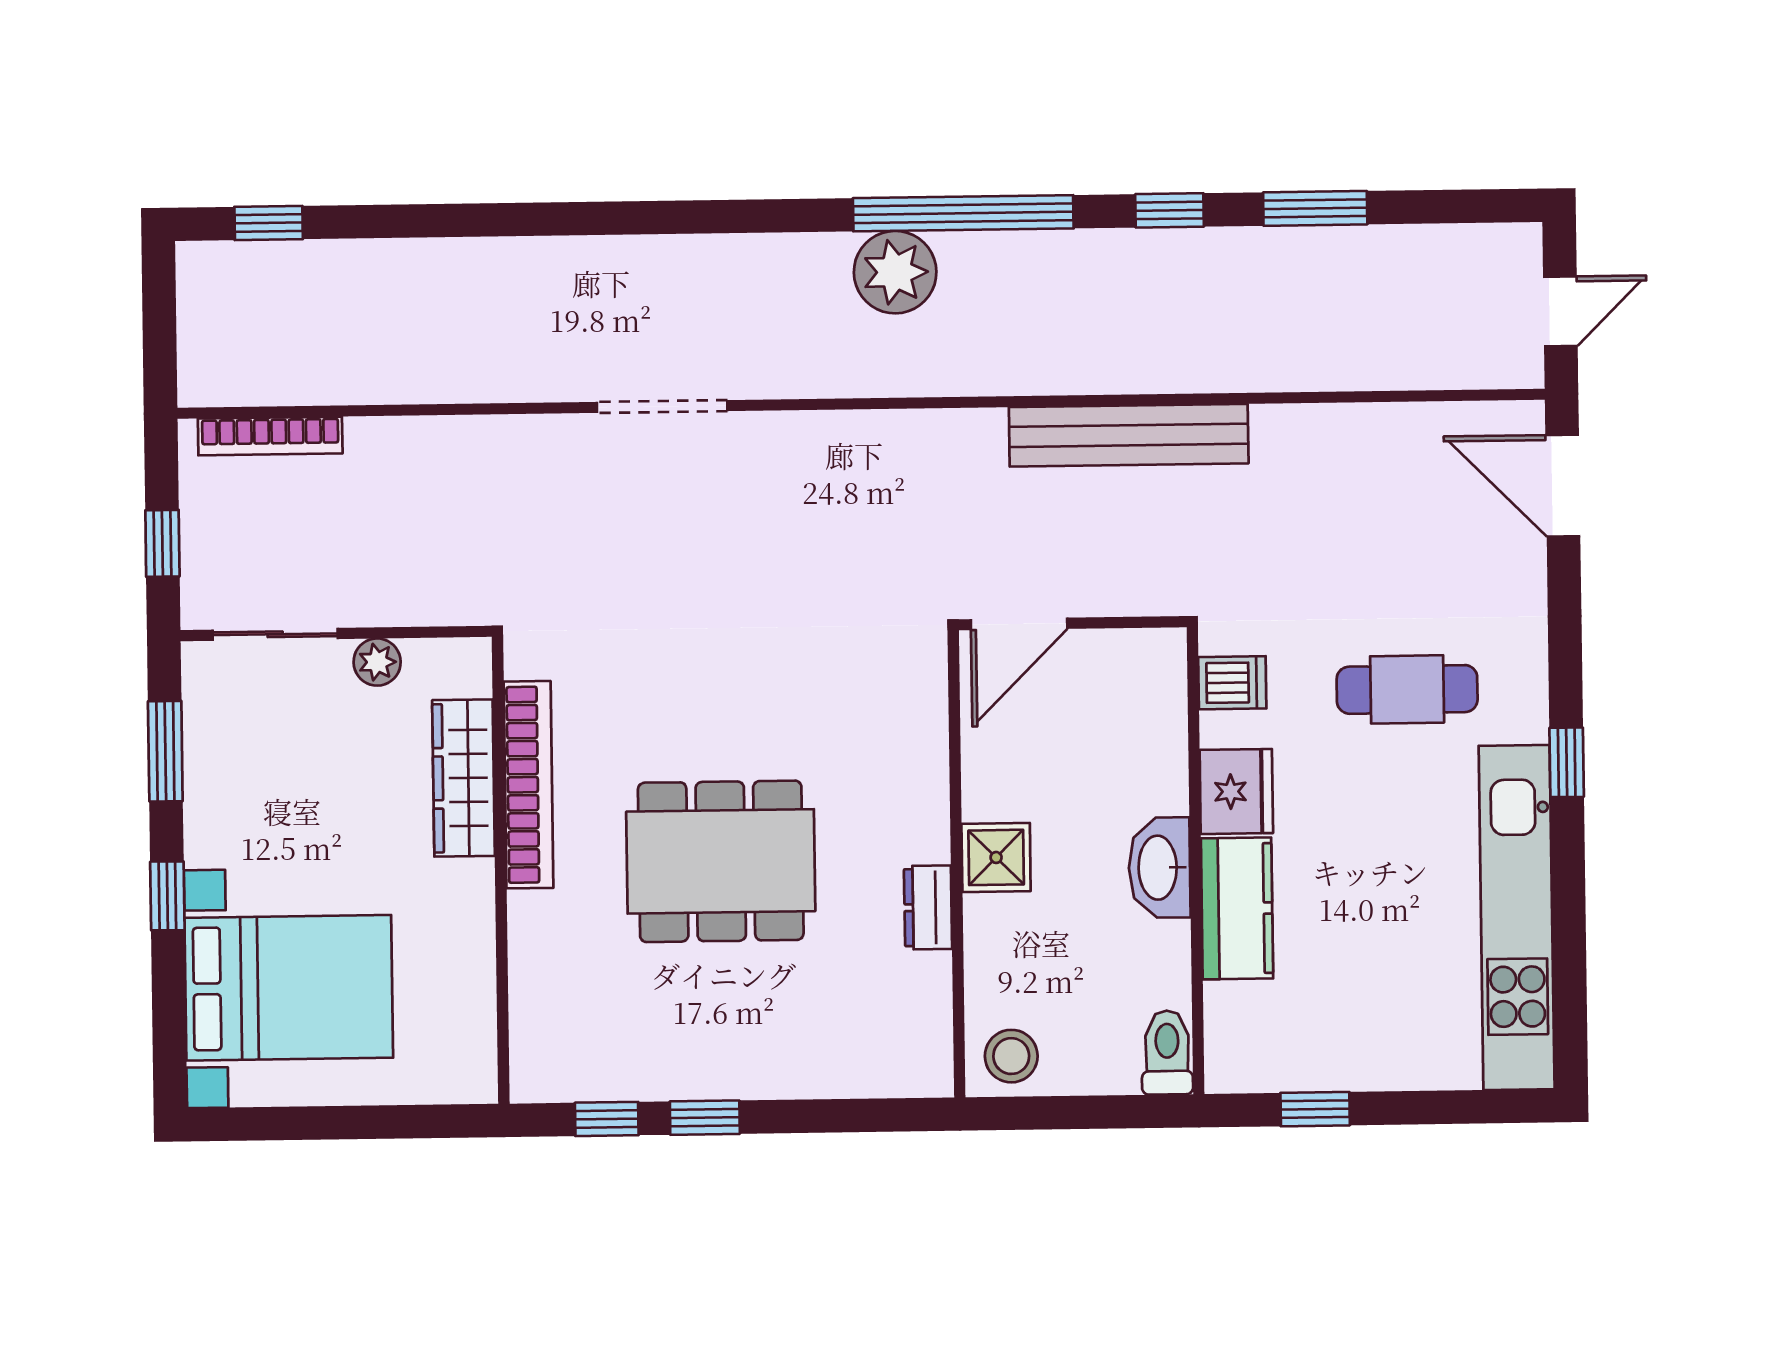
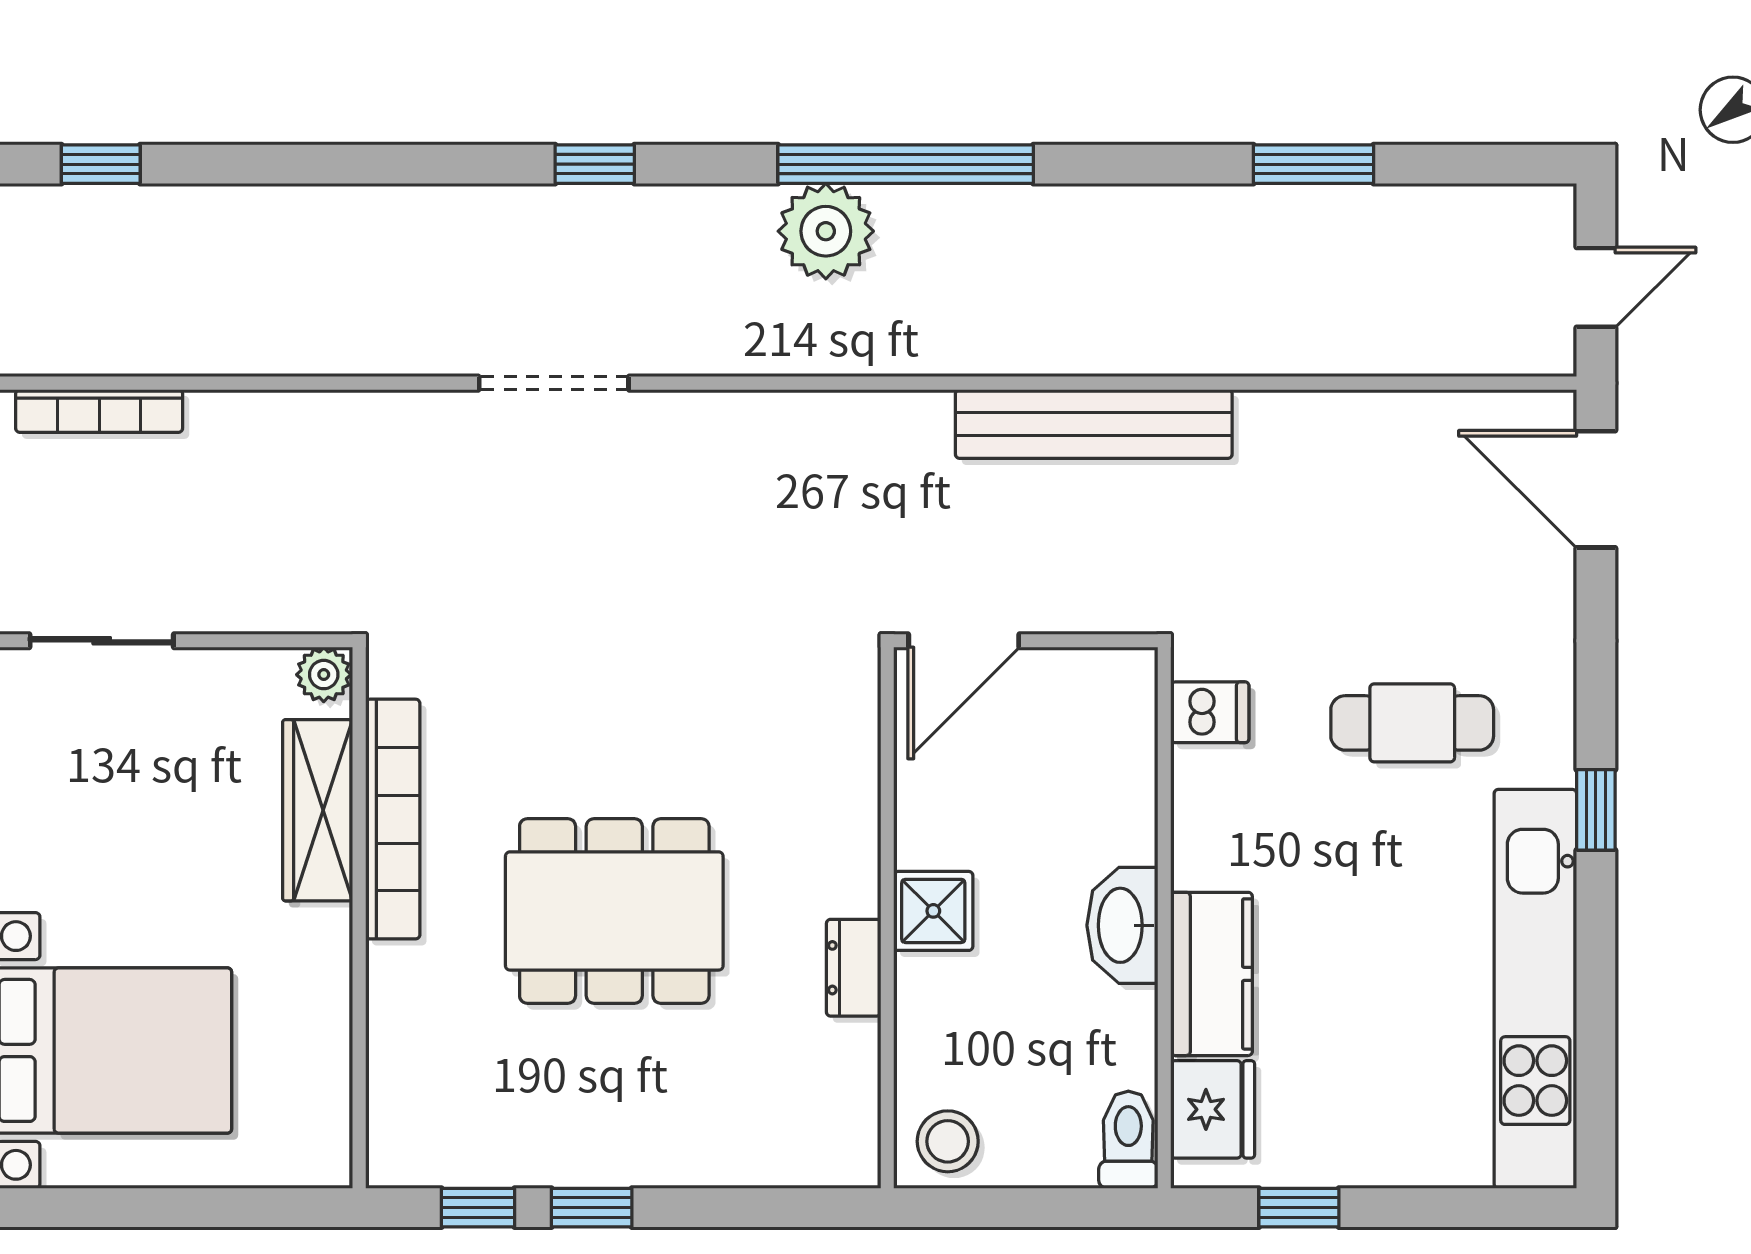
window: (1170, 210) -> (595, 164), moved
plant: (377, 662) -> (324, 675), moved
fridge: (1236, 791) -> (1213, 1109), moved

